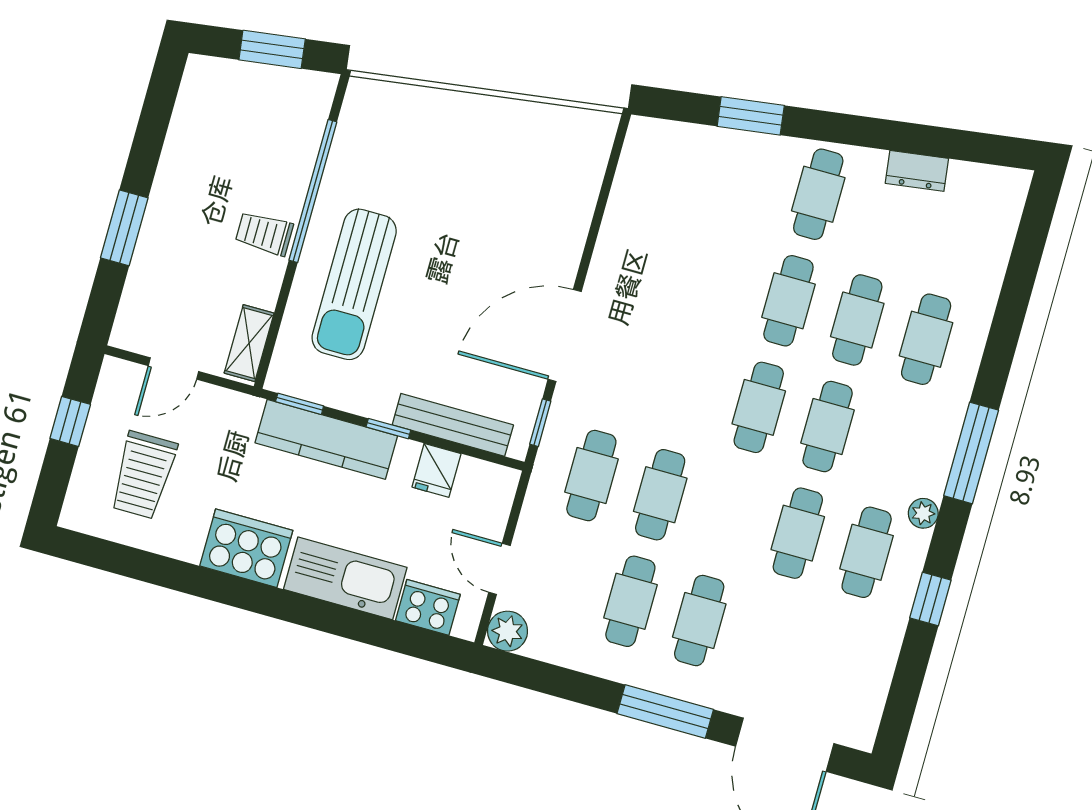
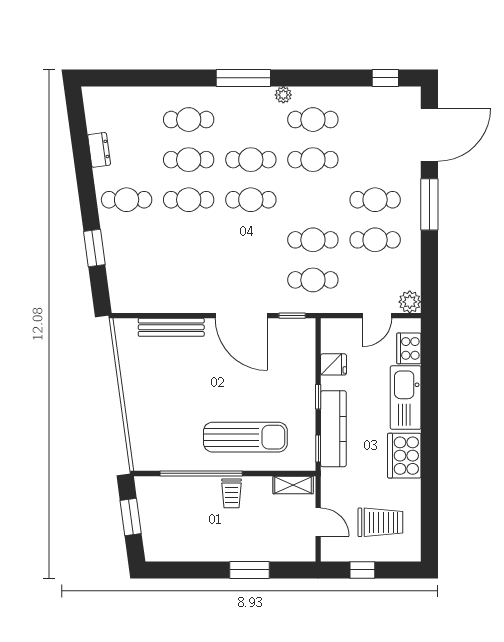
bench: (453, 425) -> (171, 327), moved, turned 90
window: (930, 599) -> (385, 78), moved

